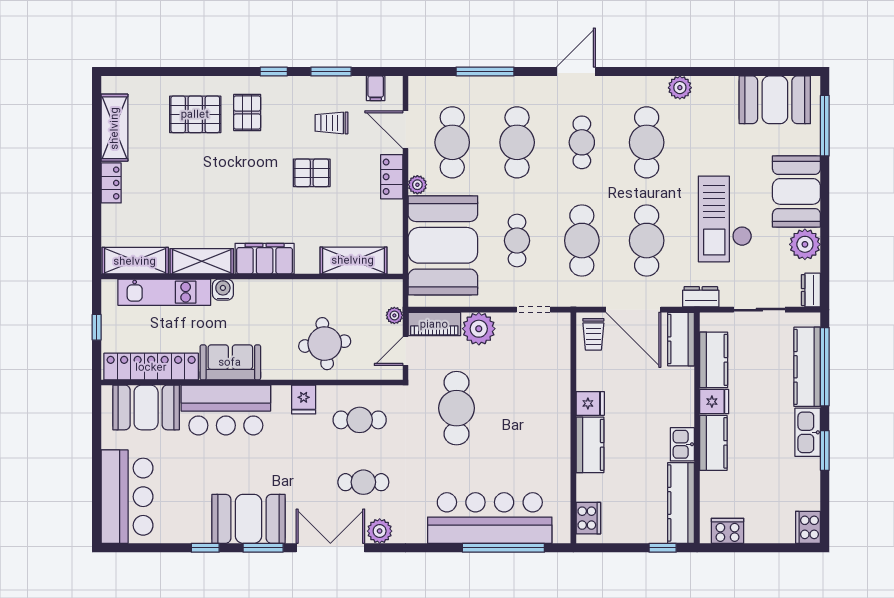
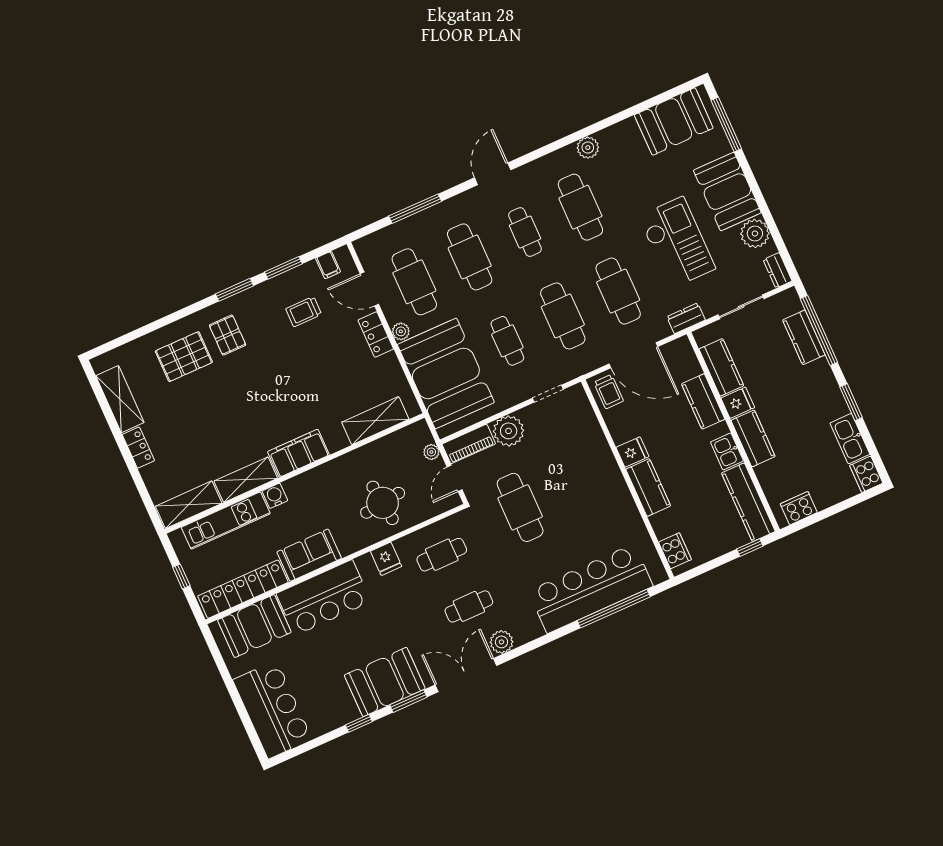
window: (274, 71) -> (234, 290), width x1.50
pallet: (312, 173) -> (306, 362), removed
checkout: (725, 219) -> (677, 243), turned 180
kitchen counter: (681, 339) -> (703, 401), moved
kitchen counter: (807, 367) -> (804, 337), width x0.67
kitchen sink: (808, 432) -> (850, 439), moved

